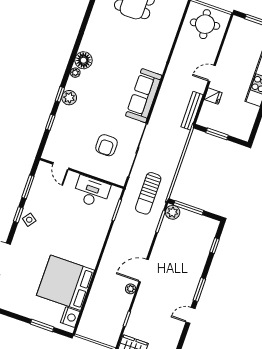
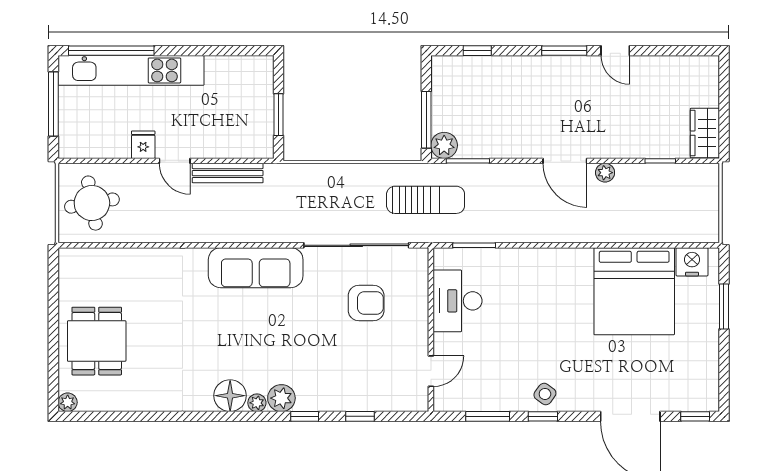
fridge: (213, 96) -> (143, 145), moved
plant: (69, 98) -> (281, 398), moved
bench: (192, 111) -> (228, 173), moved

